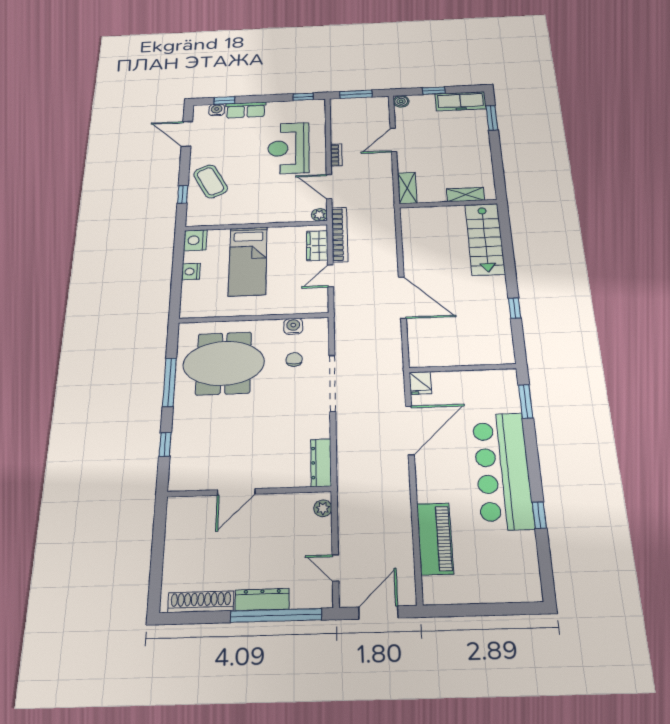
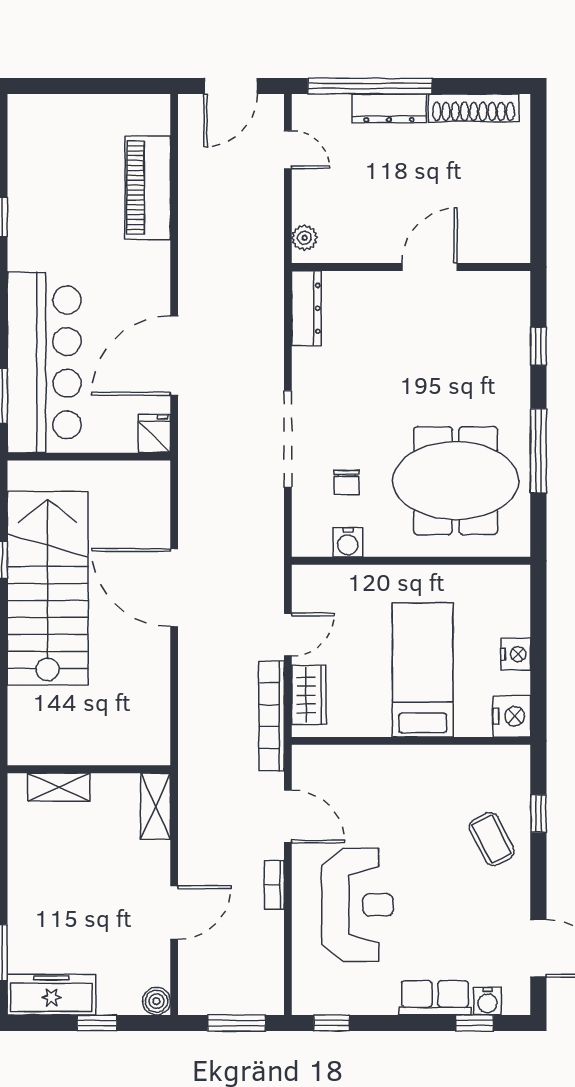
coffee table: (210, 181) -> (492, 839), width x0.73, depth x0.77
plant: (319, 215) -> (305, 758), removed
stairs: (485, 239) -> (48, 588), moved, width x1.36, depth x1.51
bar counter: (503, 470) -> (44, 362), moved

